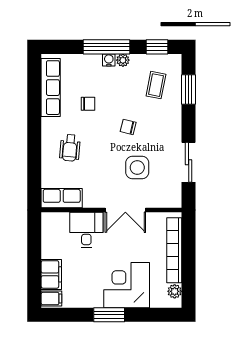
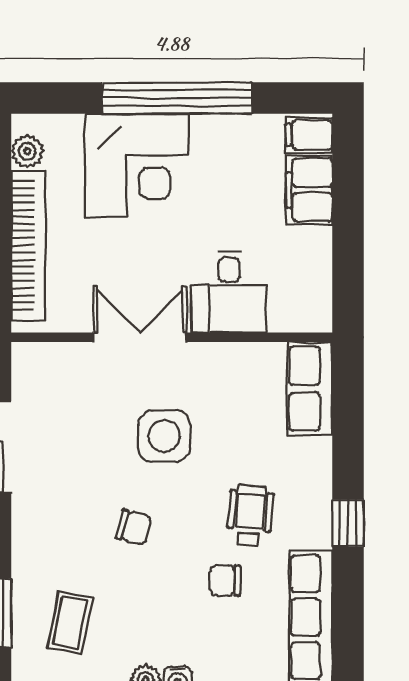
window: (34, 129) -> (348, 523), added
wheelchair: (70, 148) -> (250, 515), moved
side table: (137, 167) -> (164, 436), moved
row of seats: (62, 198) -> (310, 389), moved, turned 90
window: (109, 315) -> (177, 98), width x2.11

